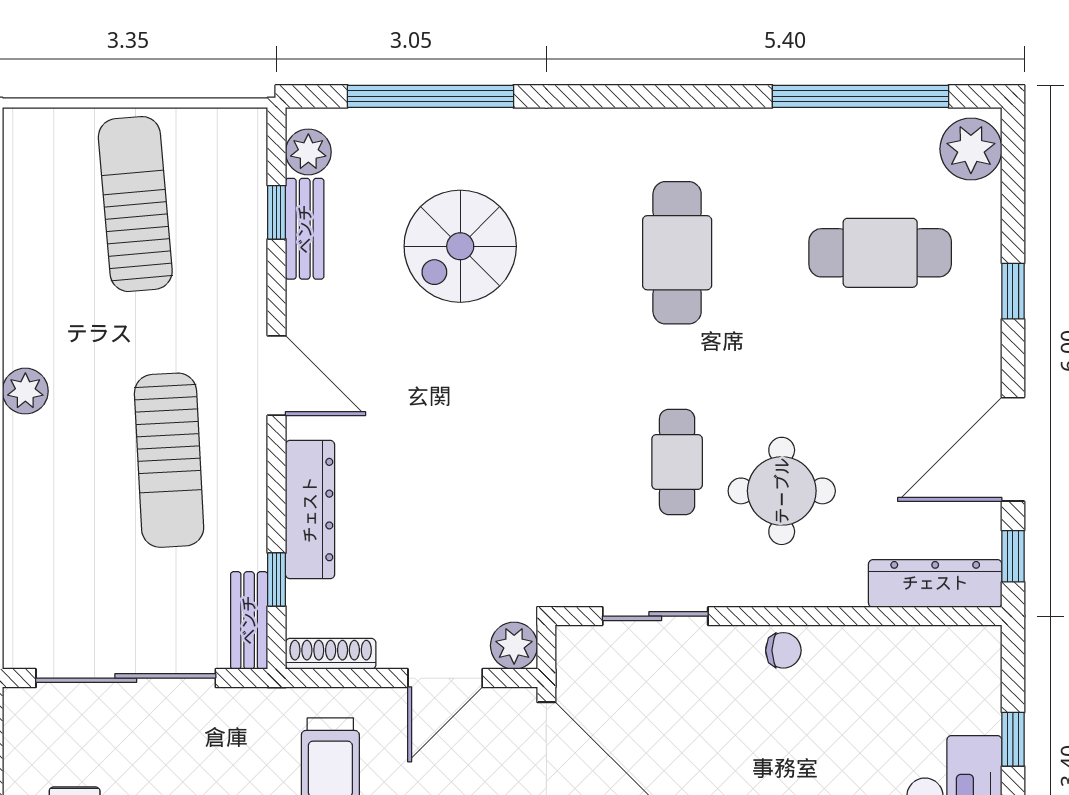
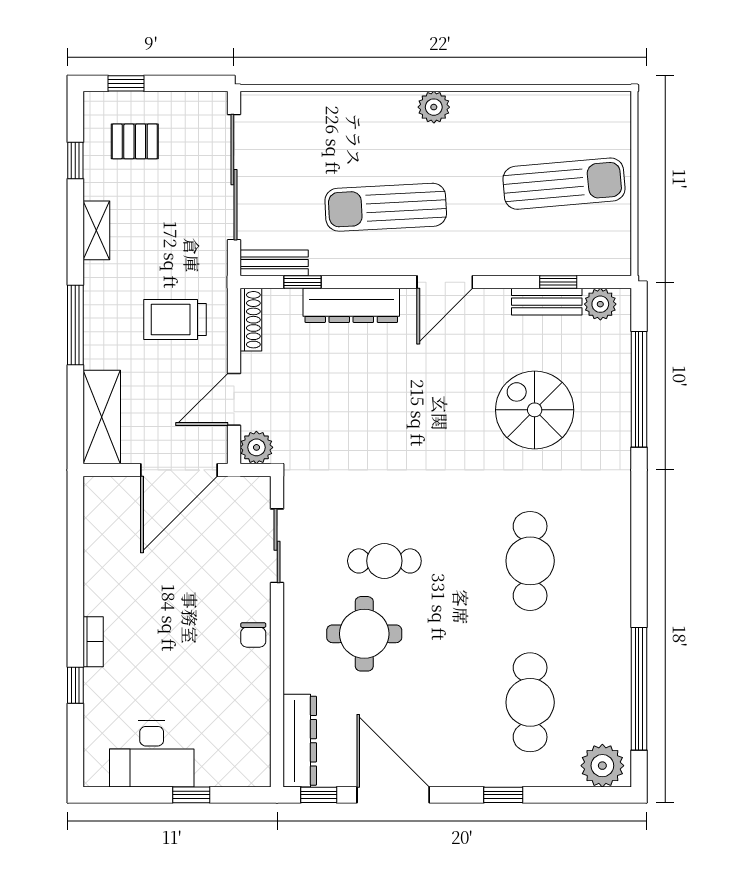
cafe table: (677, 253) -> (530, 561), turned 90
door: (445, 678) -> (234, 399), hinge flipped

